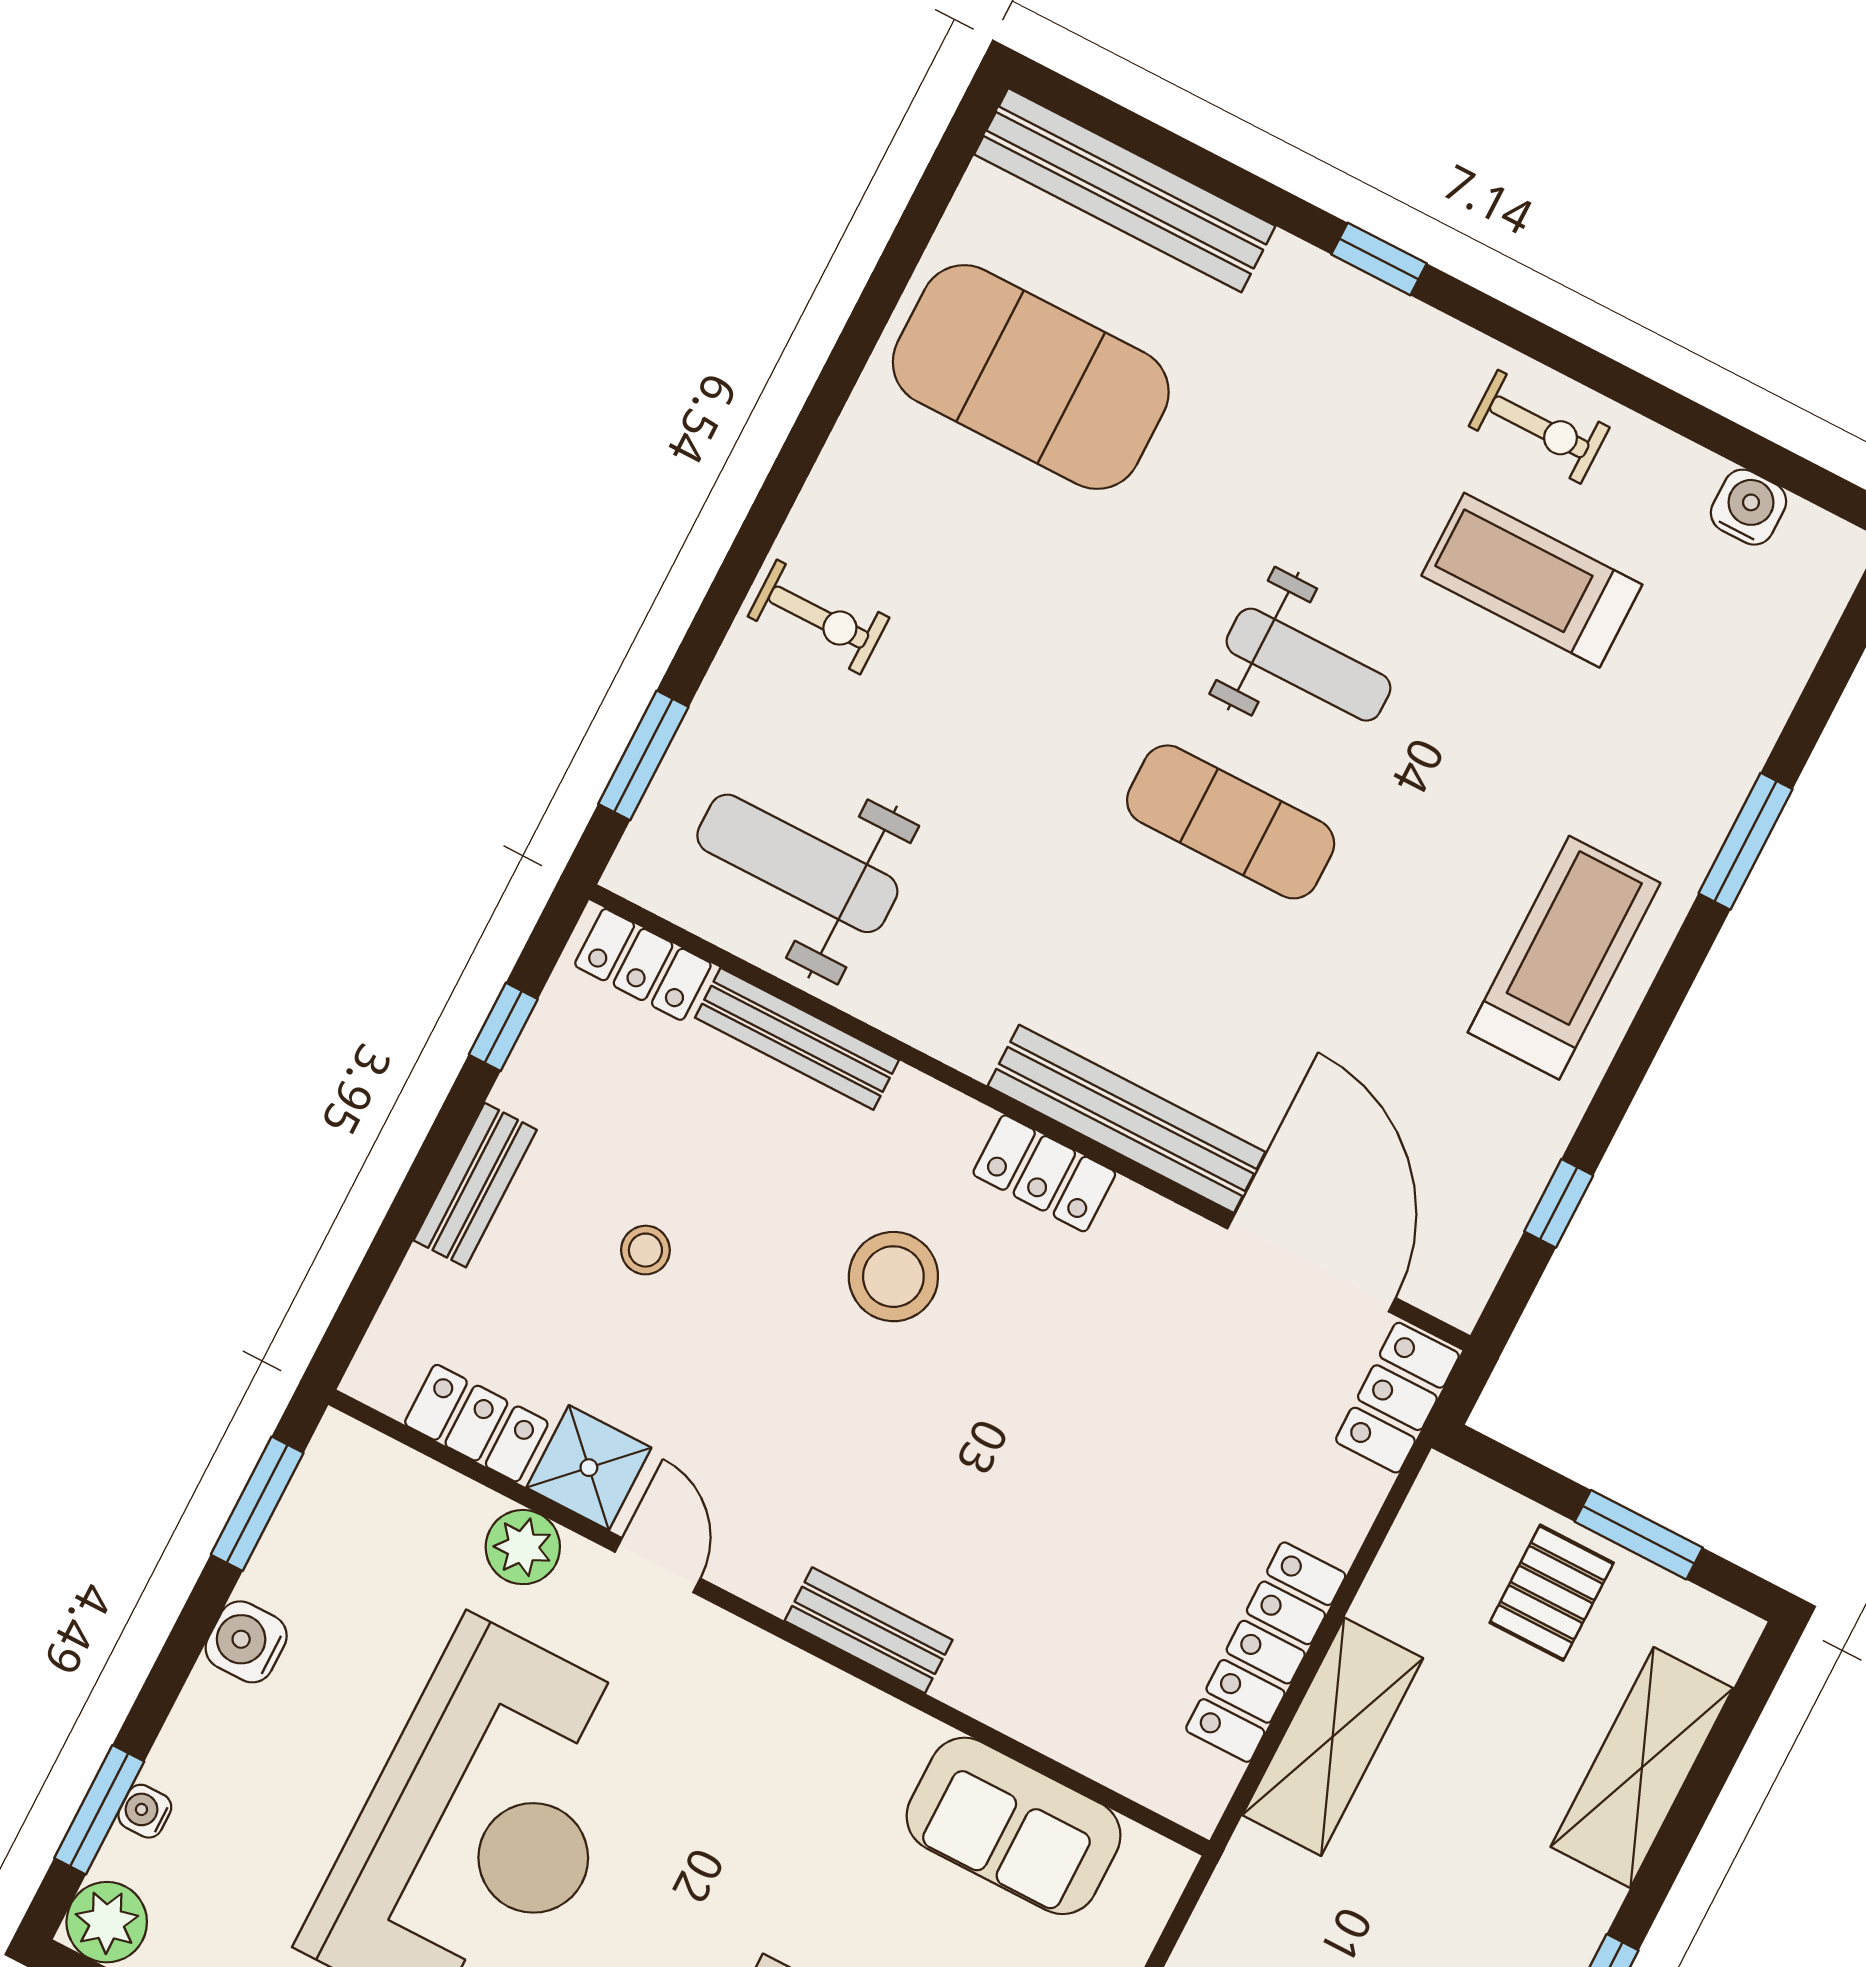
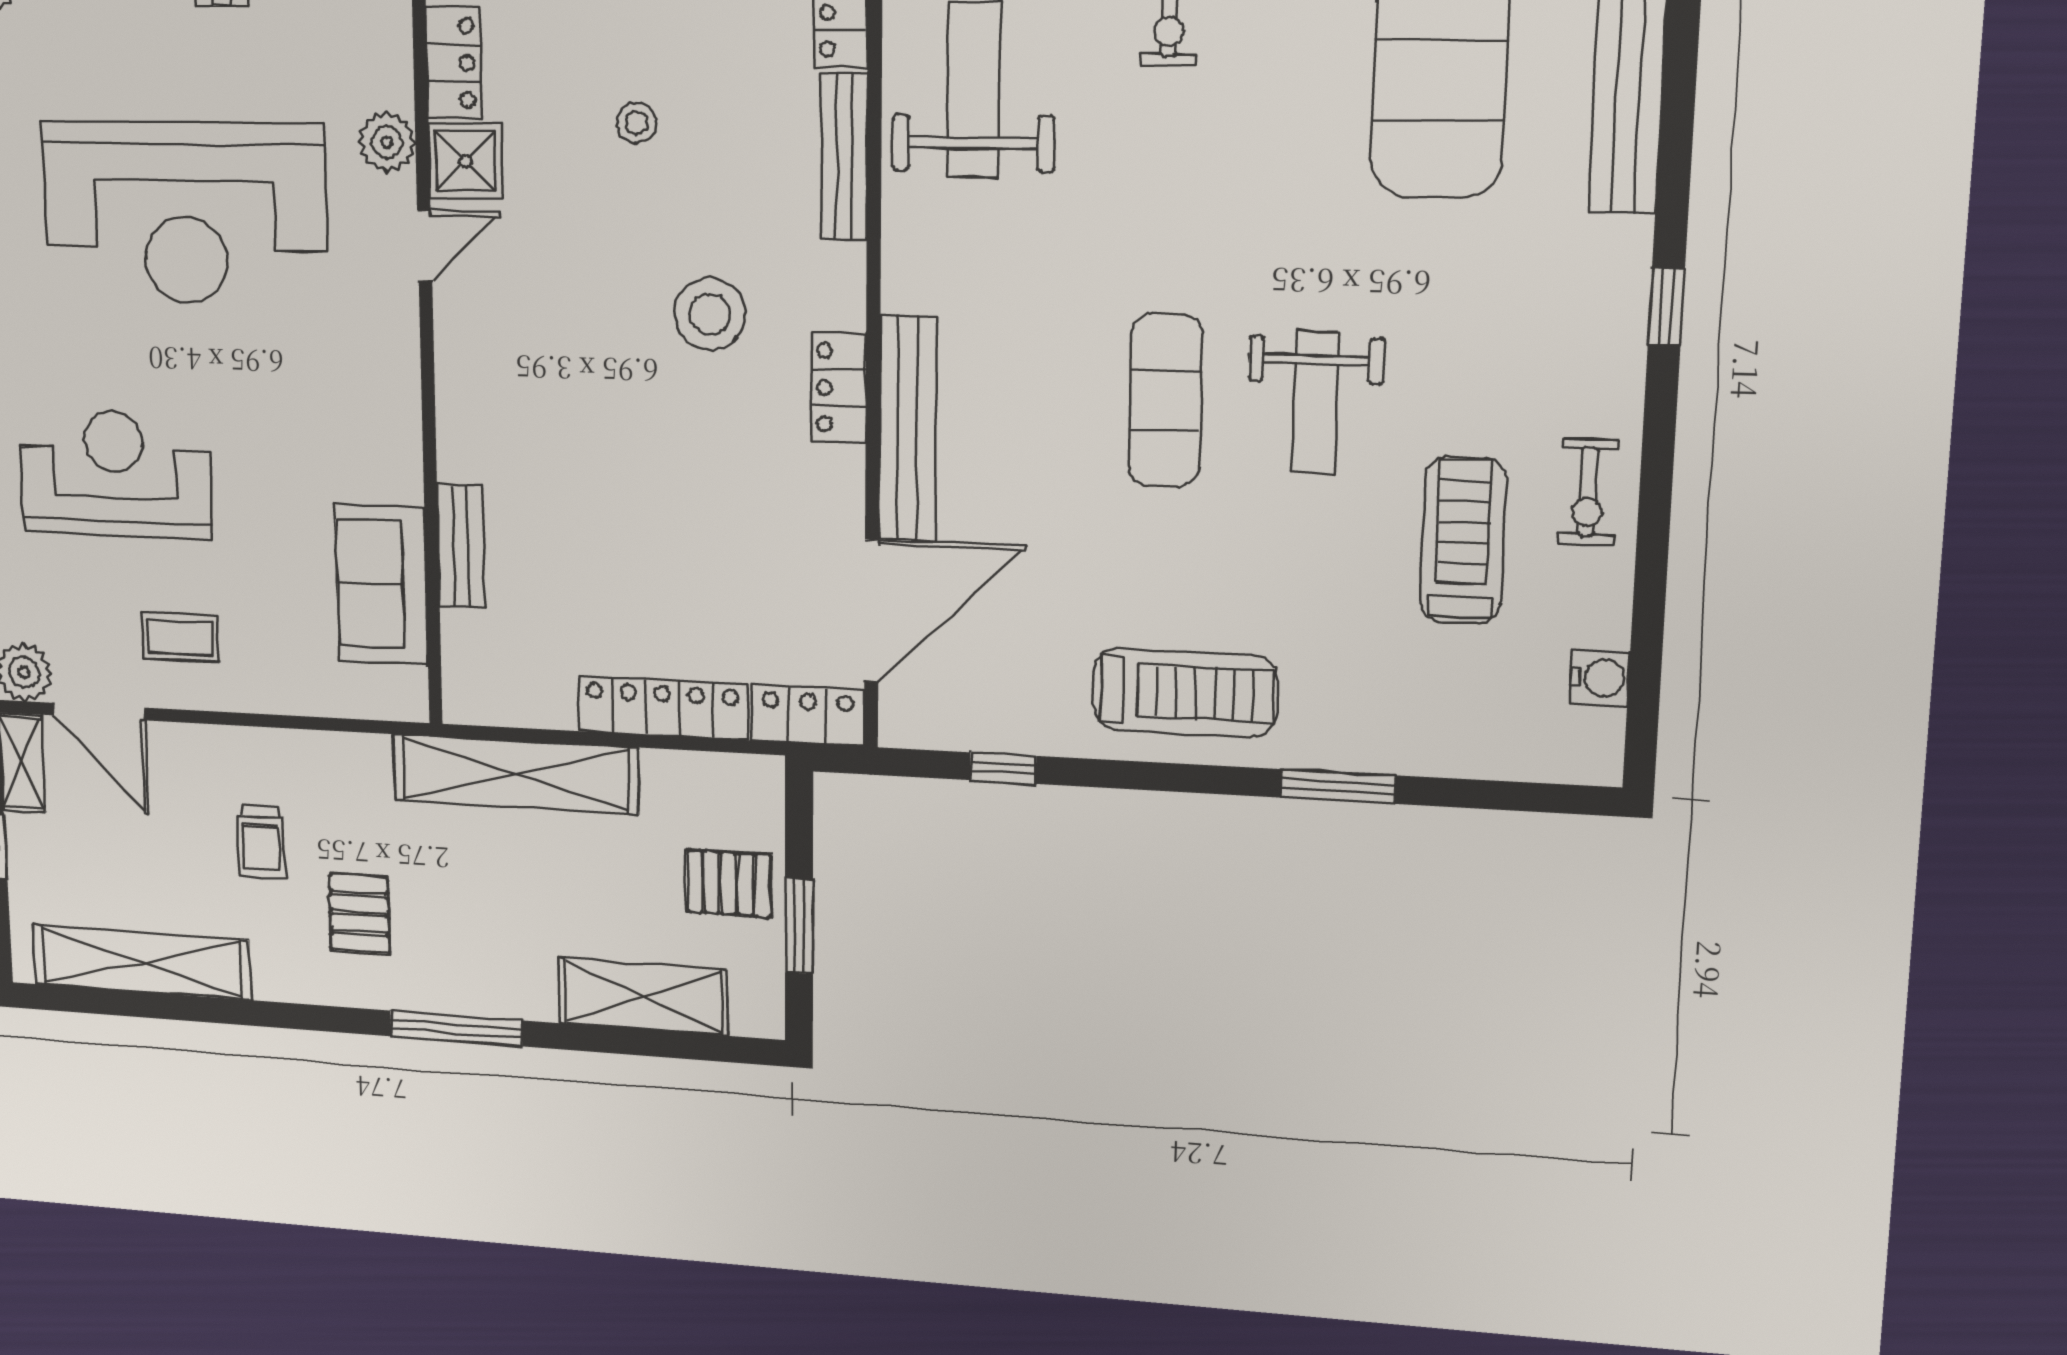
bench: (869, 1630) -> (461, 546), moved
locker: (1266, 1652) -> (662, 708), moved
shelving: (1333, 1737) -> (515, 774), width x1.47

